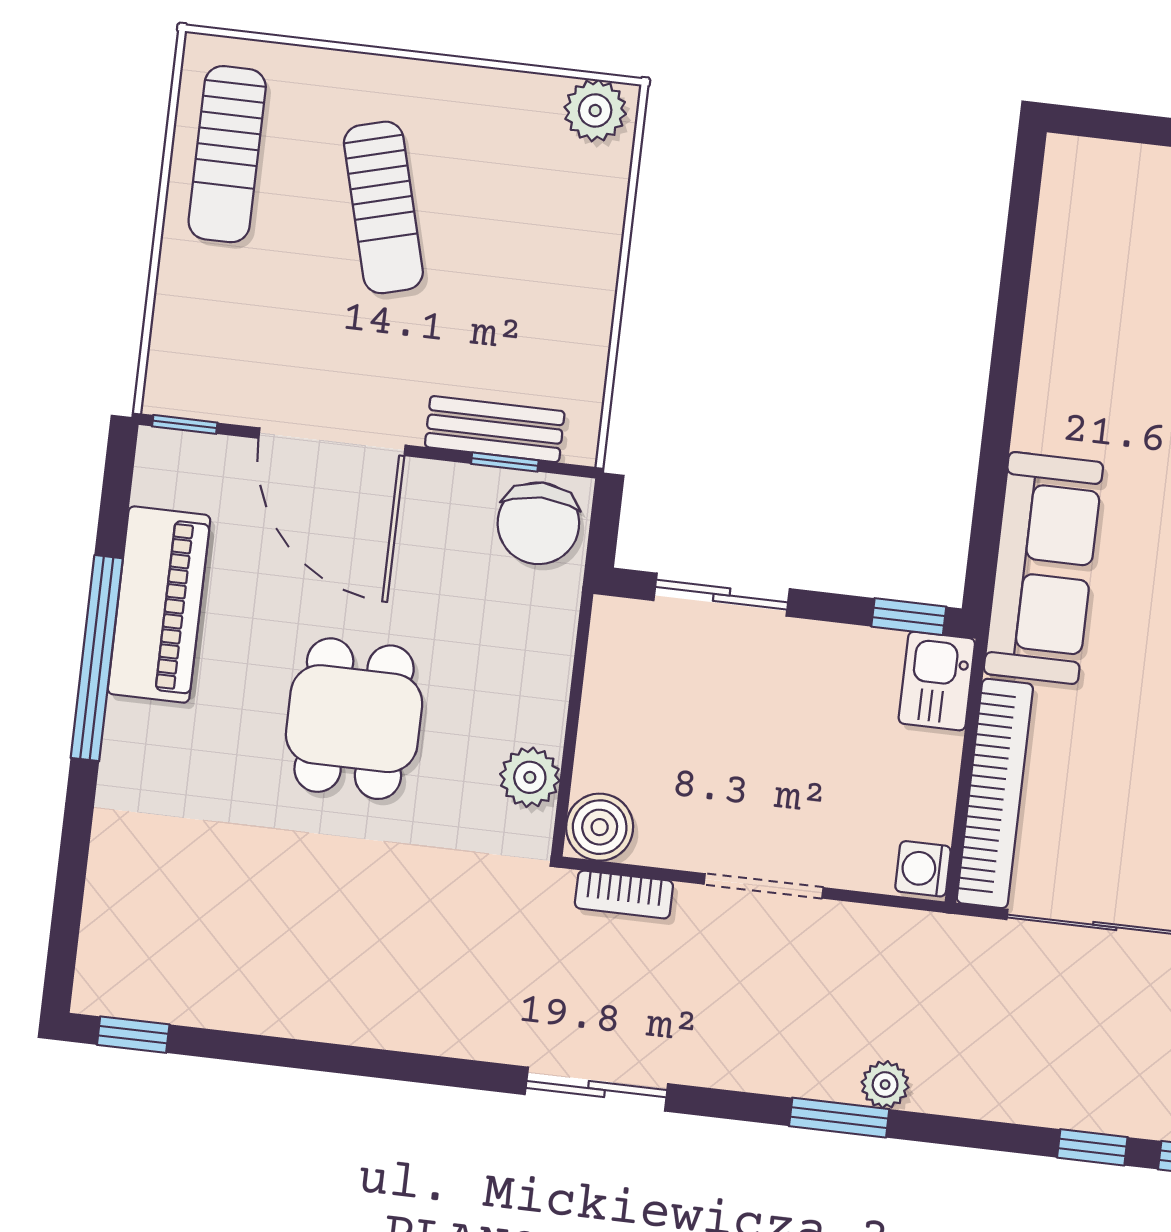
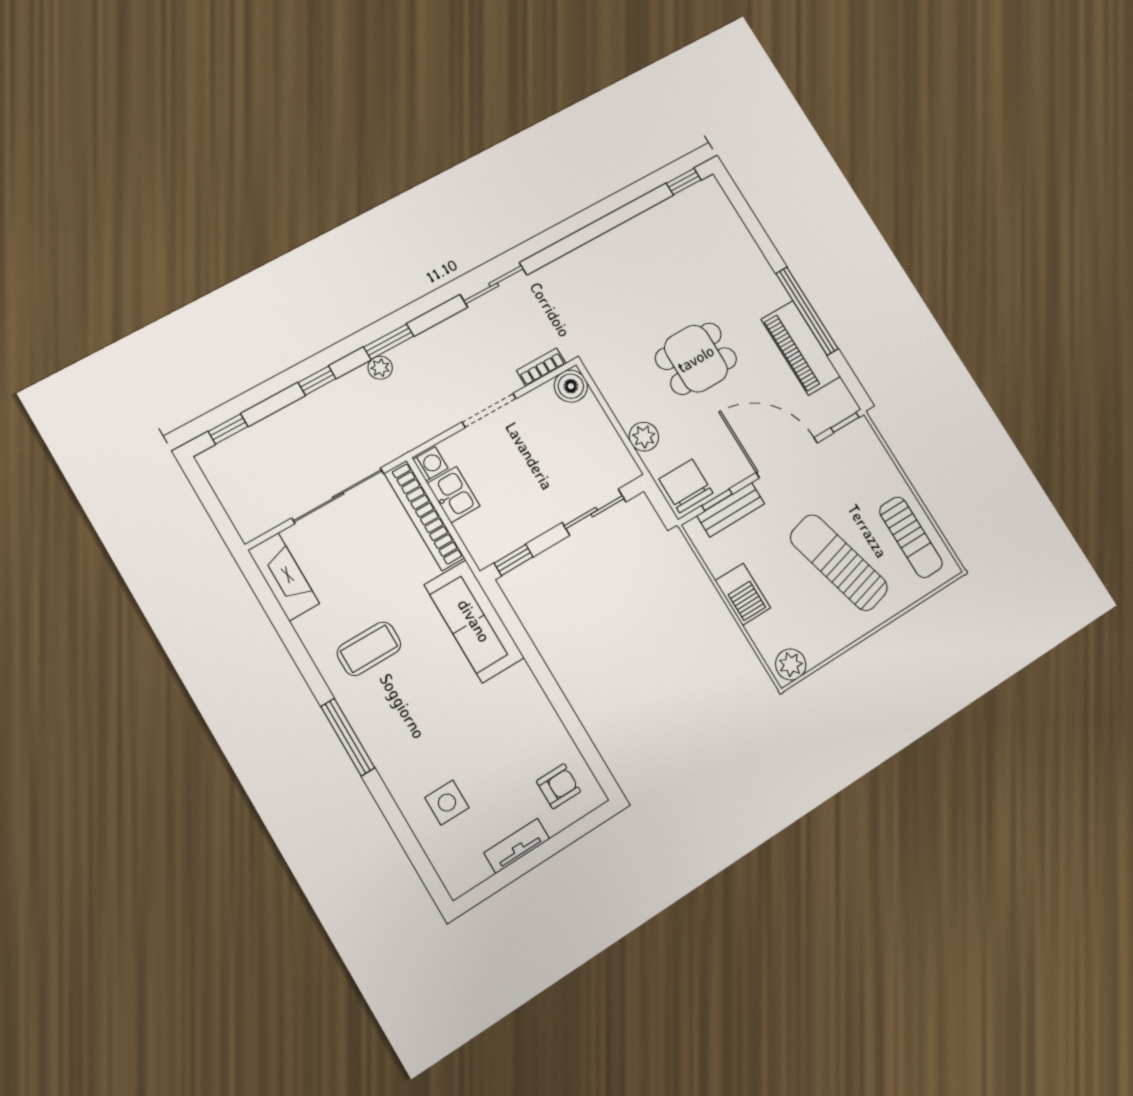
sun lounger: (227, 154) -> (911, 537), turned 180
sun lounger: (383, 207) -> (839, 563), width x1.36, depth x1.34
armchair: (1108, 215) -> (559, 786), added
barbecue: (584, 280) -> (743, 594), added
kitchen sink: (937, 681) -> (454, 495), moved
dining table: (354, 719) -> (696, 359), turned 90
plant: (530, 777) -> (644, 437), moved
window: (1092, 1147) -> (317, 381), moved

